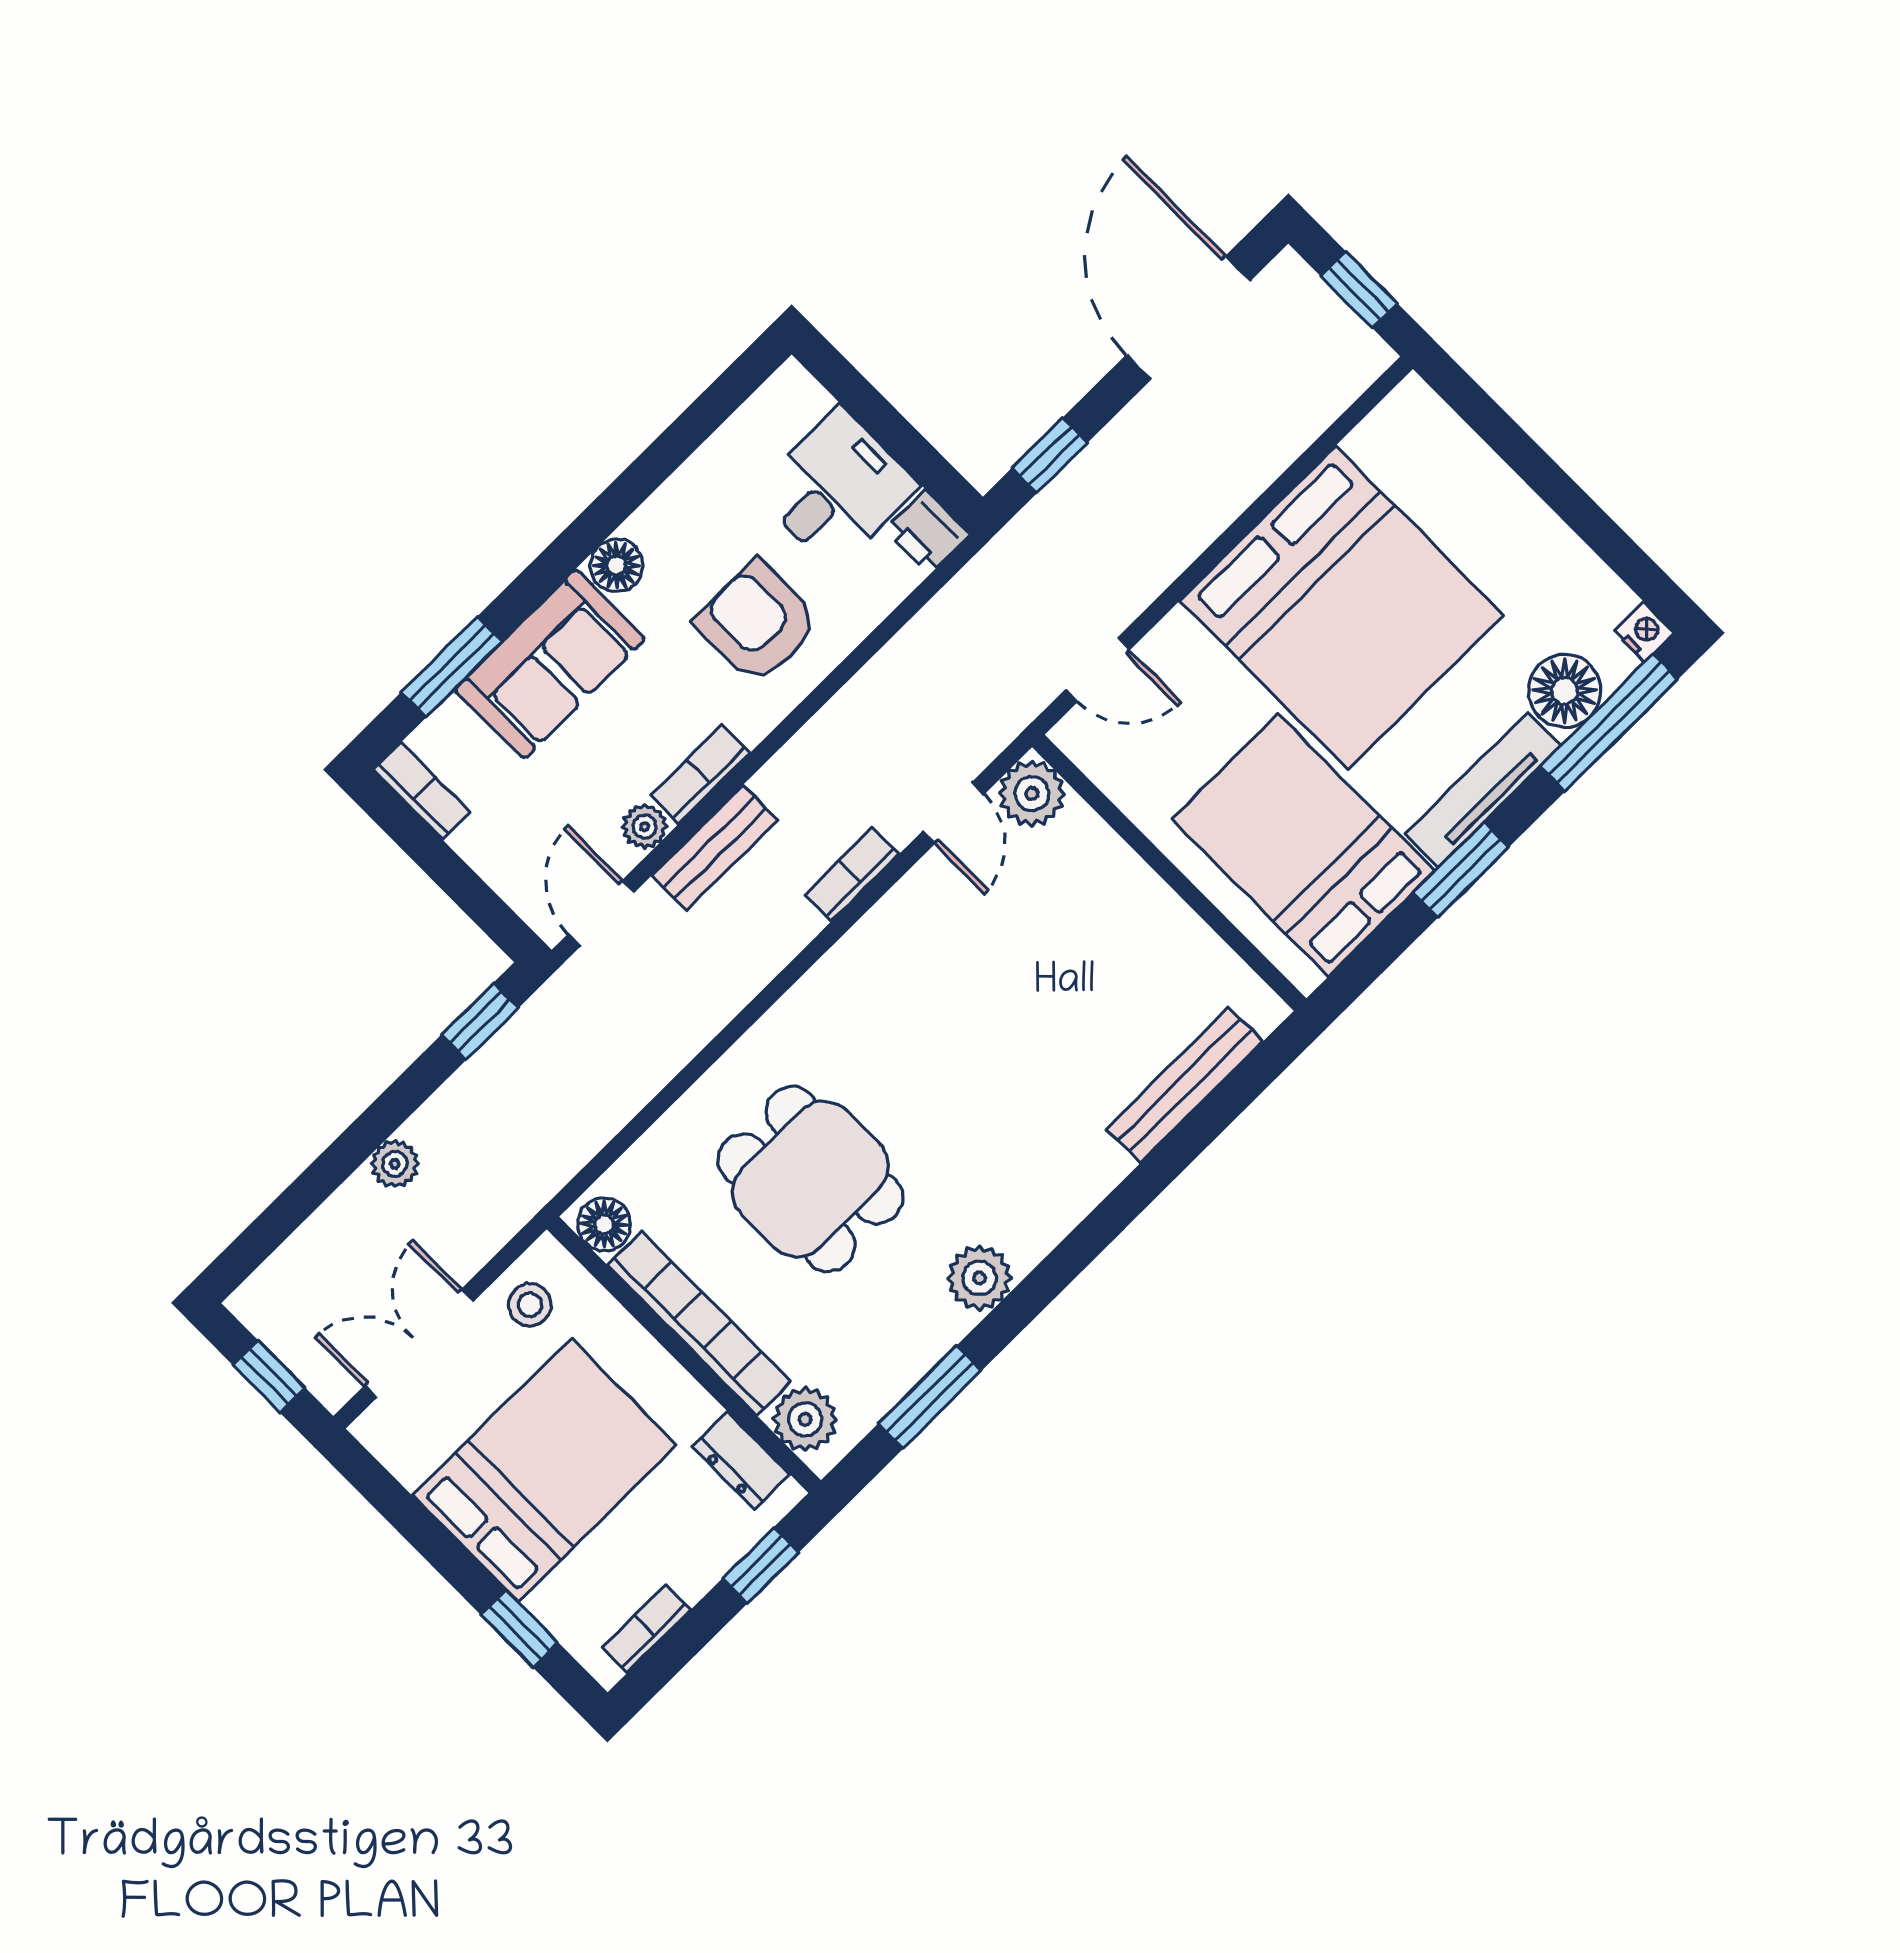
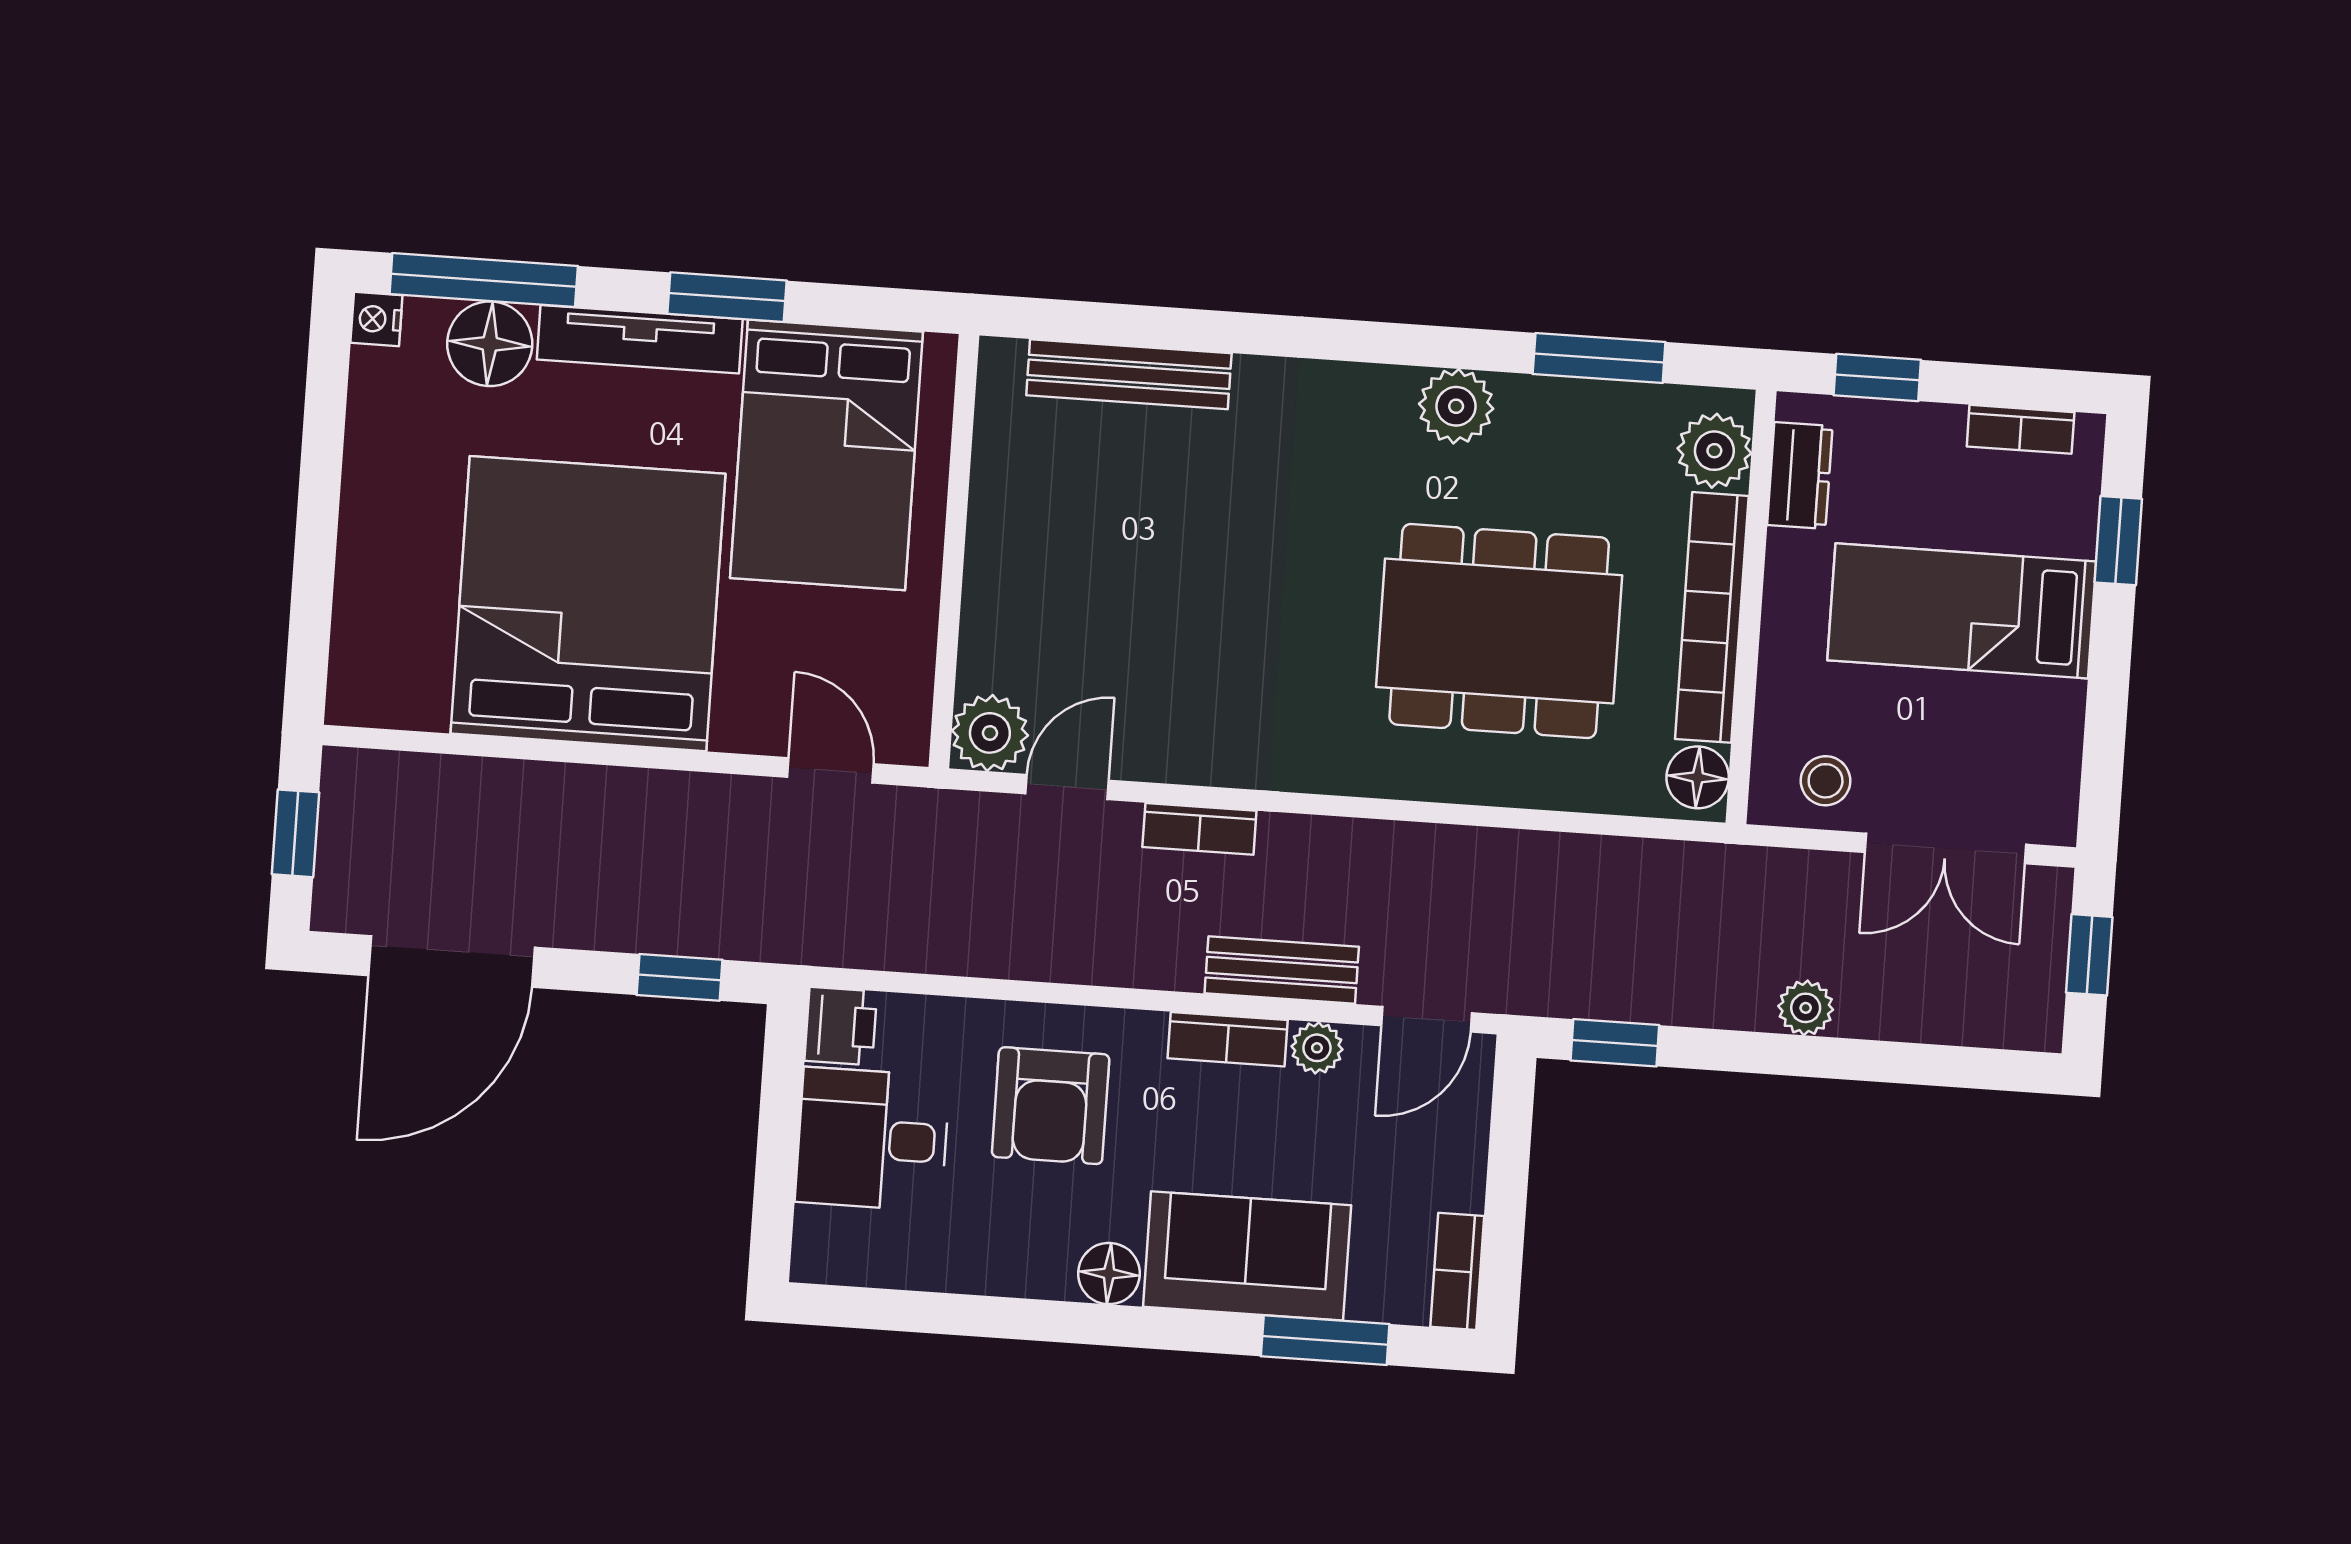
dining table: (810, 1179) -> (1499, 631), width x1.38
bed: (545, 1470) -> (1962, 611), width x0.67

